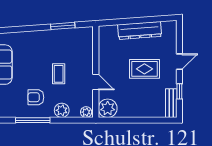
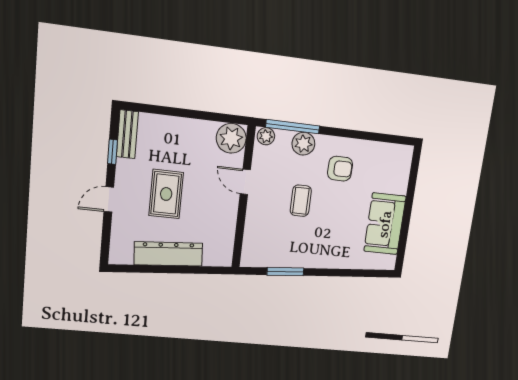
rug: (144, 69) -> (166, 194), turned 90
window: (33, 120) -> (293, 127), moved

